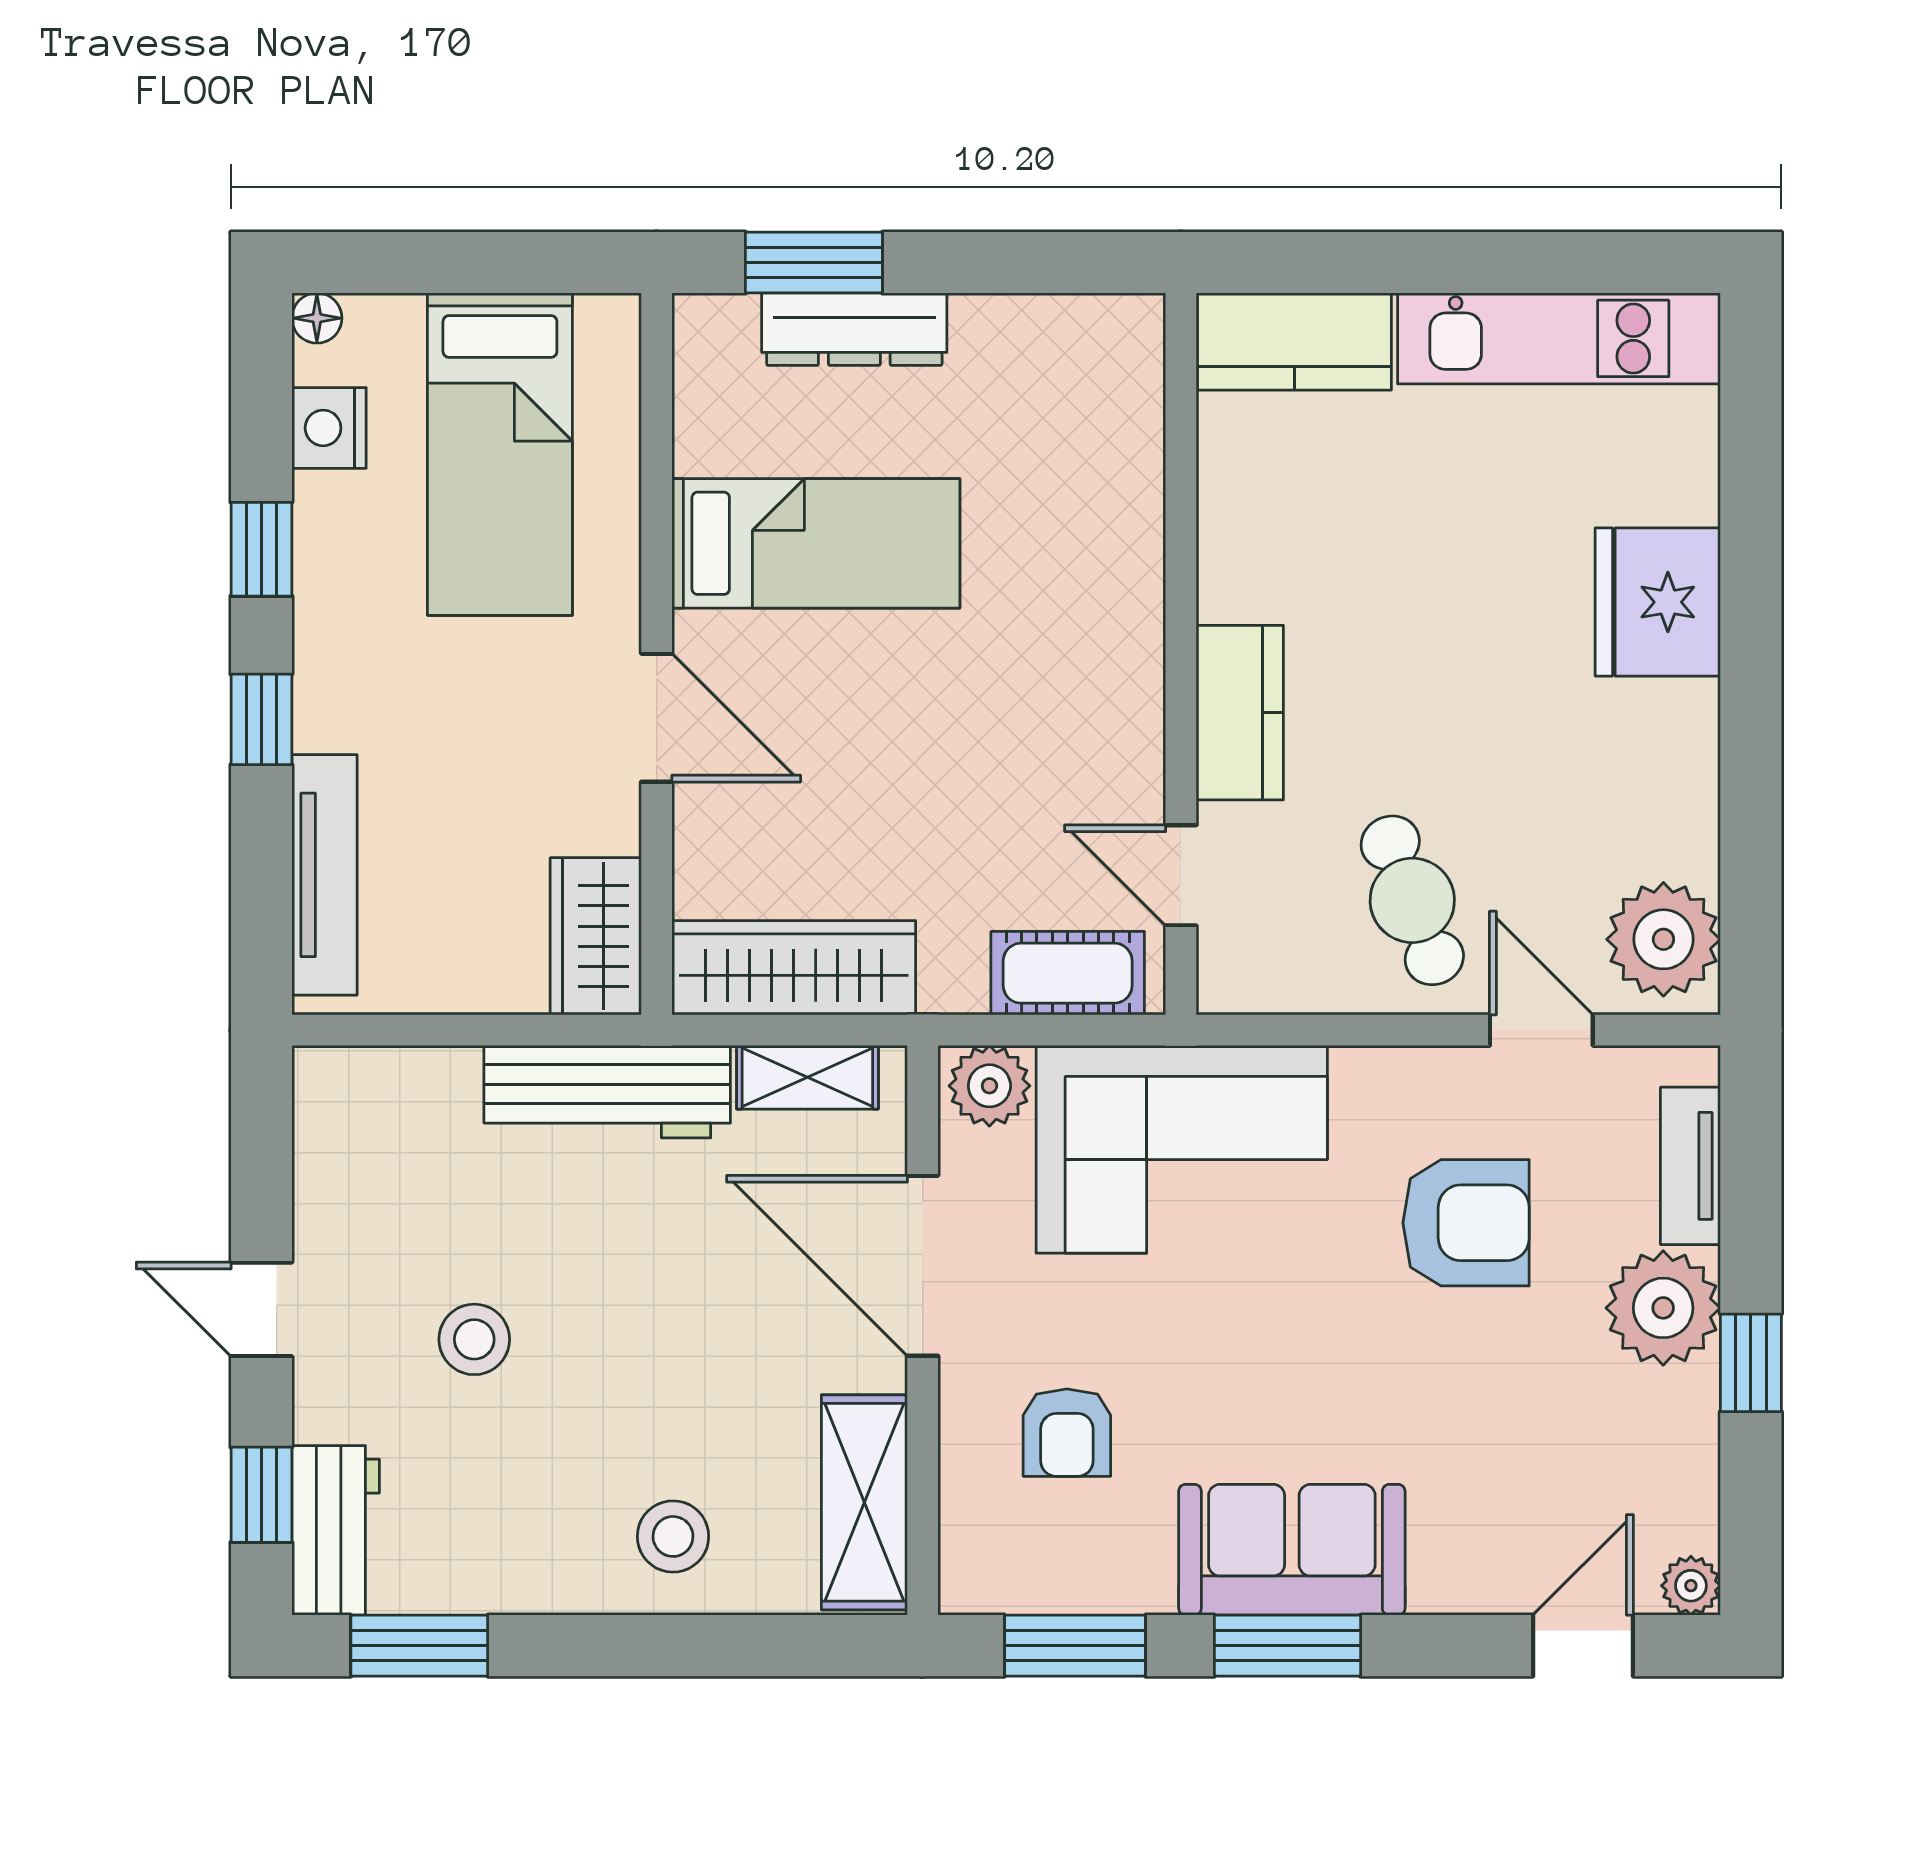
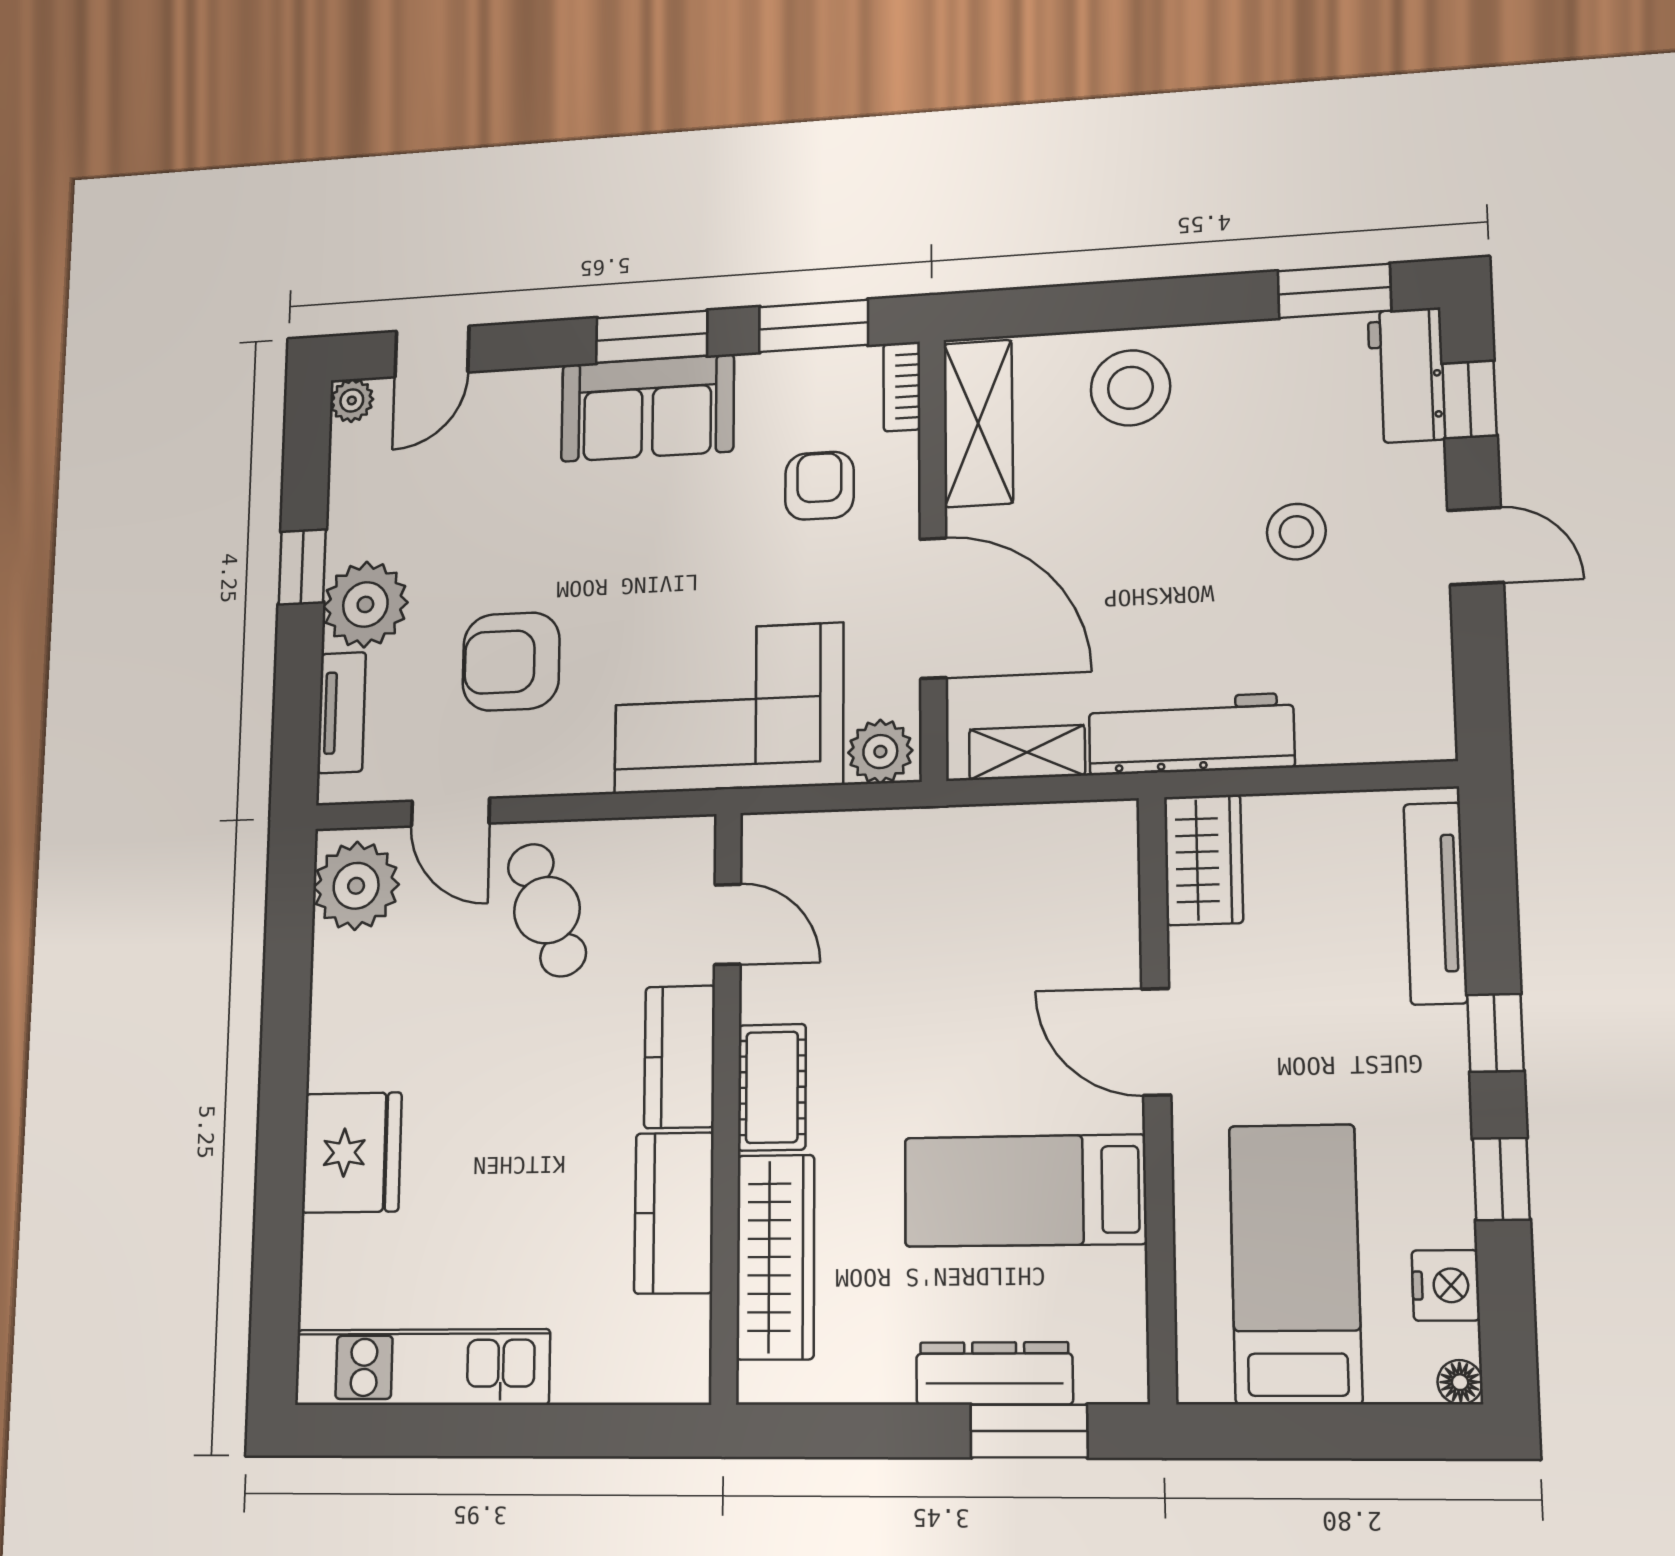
kitchen counter: (1294, 341) -> (674, 1213), moved, turned -90
wardrobe: (794, 968) -> (775, 1257), moved, turned -90
cot: (1068, 973) -> (772, 1087), moved, turned 90
stool: (673, 1536) -> (1130, 388), width x1.38, depth x1.38
bookcase: (961, 1557) -> (902, 387), added

